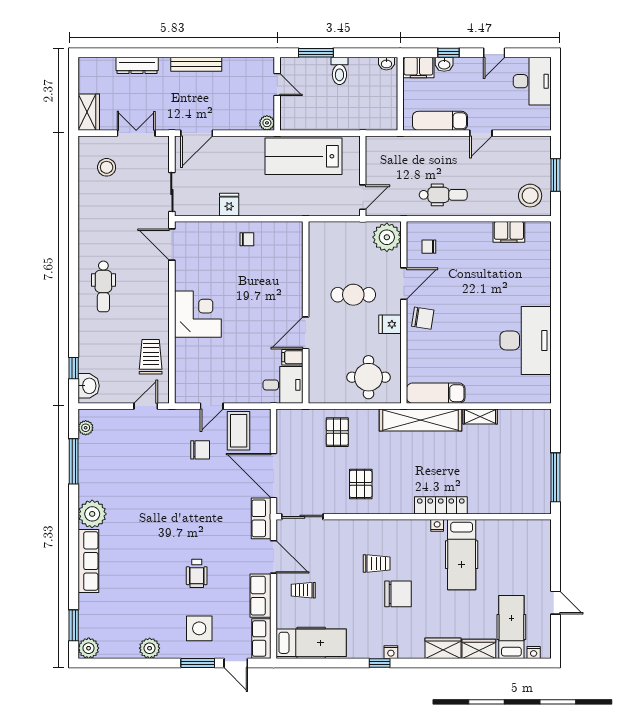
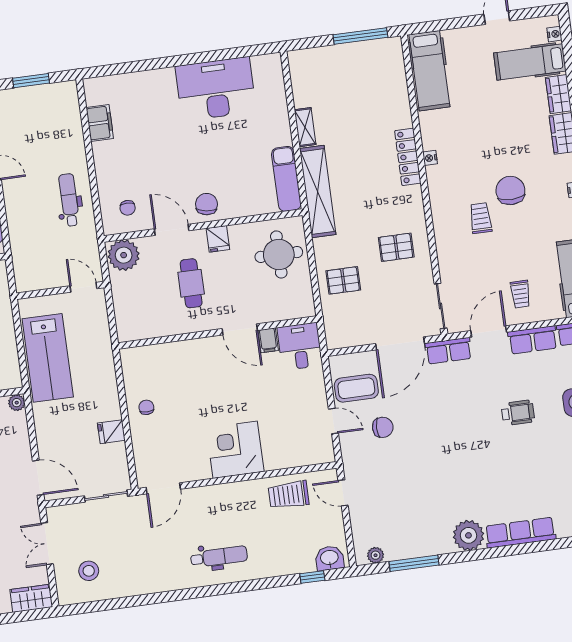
stool: (530, 196) -> (57, 105), removed
chair: (200, 450) -> (383, 427), turned 90
hospital bed: (462, 555) -> (429, 71), moved, turned 90

